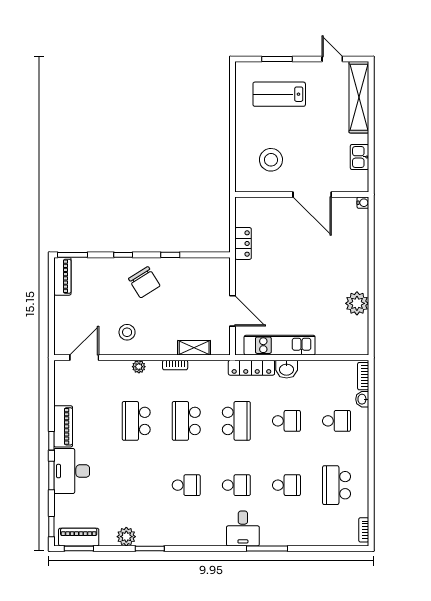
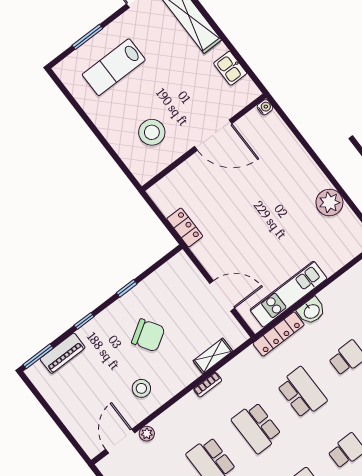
piano: (62, 276) -> (63, 353), moved, turned 90
chair: (144, 282) -> (148, 335), moved
plant: (139, 367) -> (147, 434), moved

